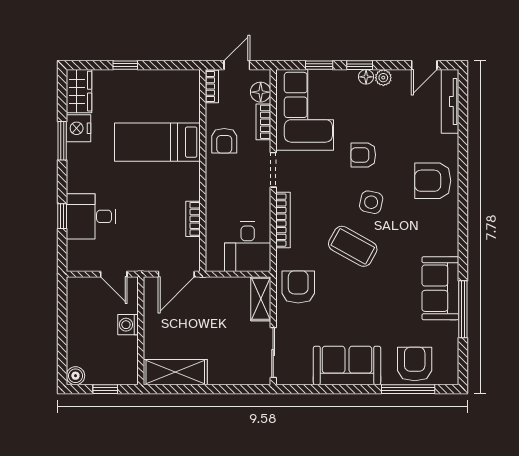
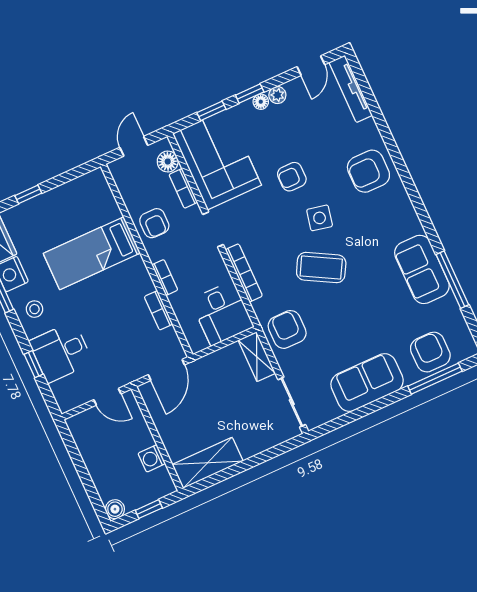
bookcase: (212, 86) -> (165, 277), moved
stool: (85, 168) -> (34, 309), added
washing machine: (128, 325) -> (152, 458), moved

